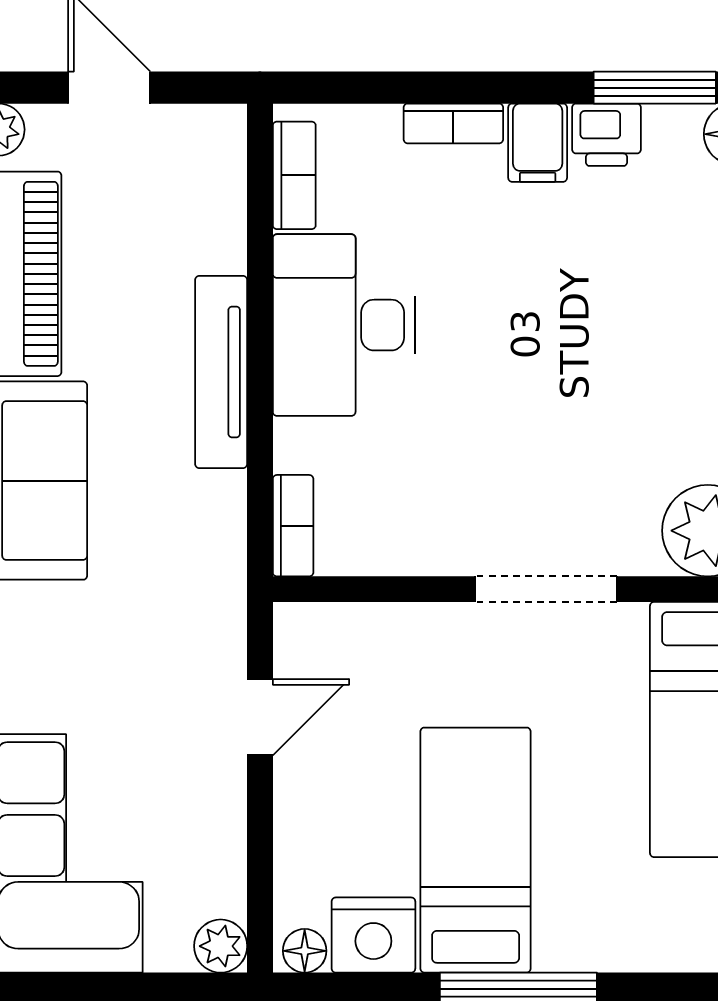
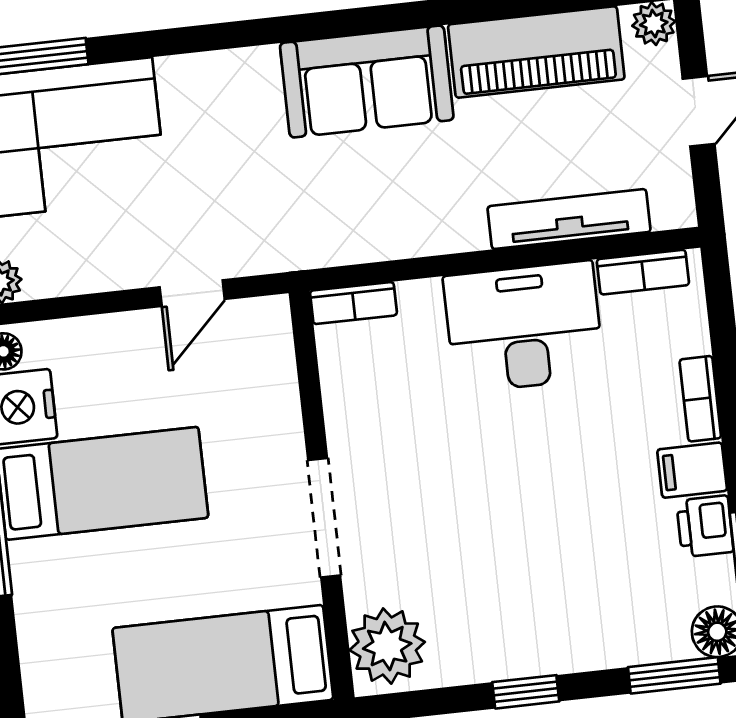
tv unit: (221, 372) -> (569, 219), moved
door: (260, 717) -> (192, 293), hinge flipped

